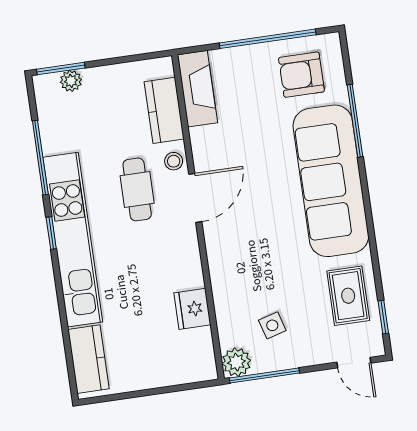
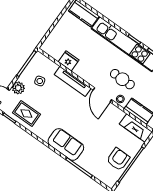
armchair: (301, 75) -> (118, 159), moved
sofa: (331, 181) -> (66, 144), width x0.54, depth x0.79
tv unit: (220, 269) -> (73, 81), added
plant: (236, 362) -> (18, 88), moved

